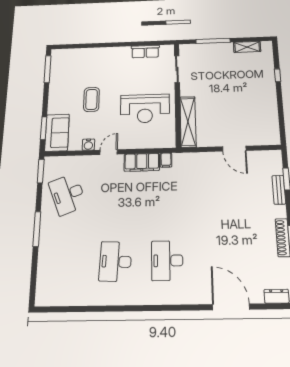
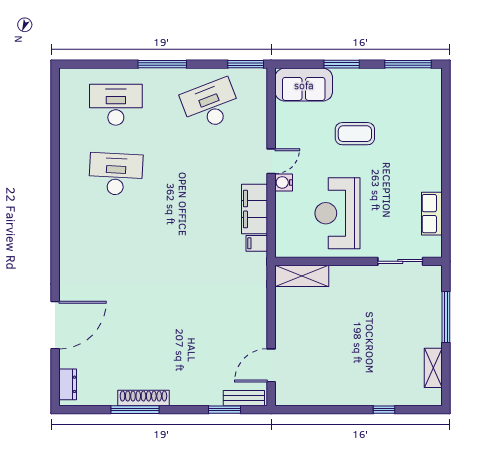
shelving: (188, 122) -> (302, 276), width x0.68
window: (44, 128) -> (342, 64), moved
water cooler: (88, 145) -> (284, 182), moved
door: (234, 149) -> (271, 365), moved
door: (109, 152) -> (271, 161), hinge flipped
bench: (279, 190) -> (244, 398), moved
desk: (167, 261) -> (116, 105), moved

